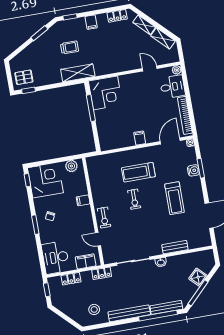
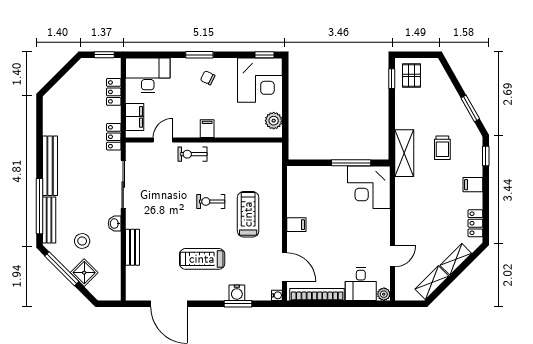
filing cabinet: (83, 200) -> (207, 129), moved
stool: (94, 309) -> (82, 241), moved

